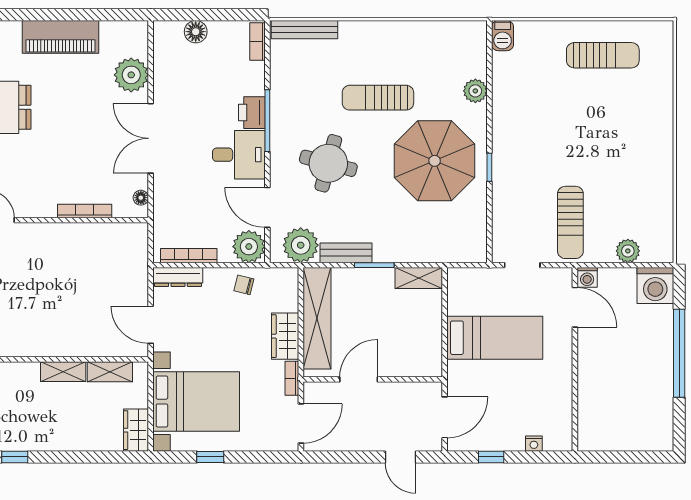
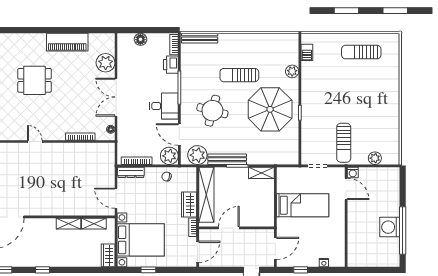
barbecue: (503, 36) -> (307, 52), moved
sun lounger: (603, 55) -> (361, 52), turned 180
printer: (252, 113) -> (171, 65), moved
bench: (346, 253) -> (227, 159), width x1.36
washing machine: (655, 285) -> (390, 227), moved, turned 90
window: (679, 353) -> (403, 231), moved

